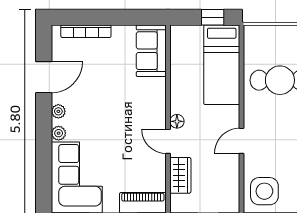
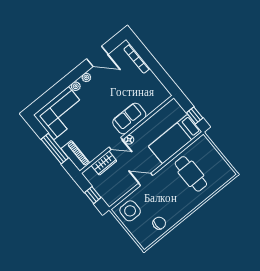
sofa: (151, 51) -> (129, 119), moved
door: (168, 141) -> (116, 143), swing flipped

